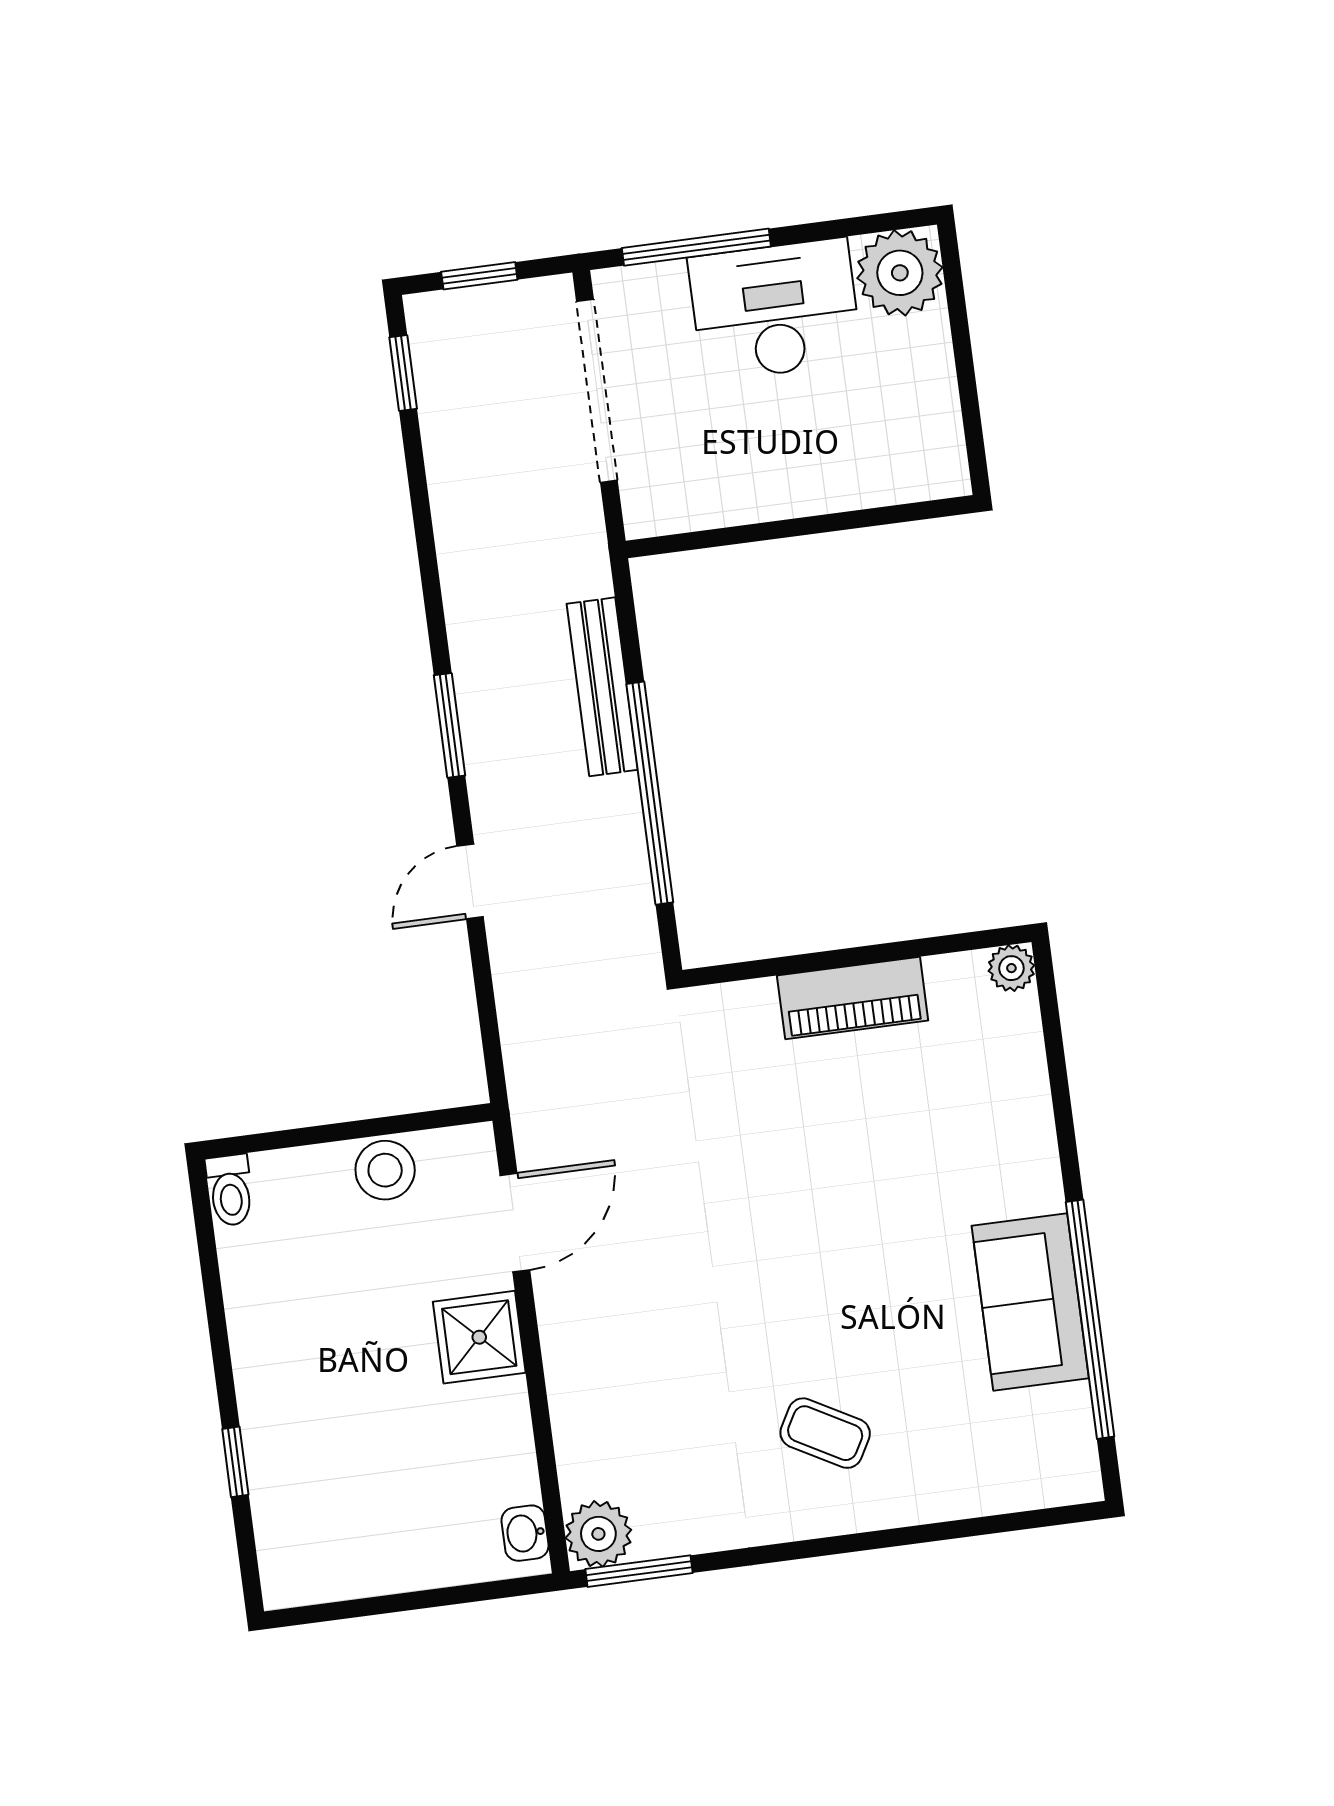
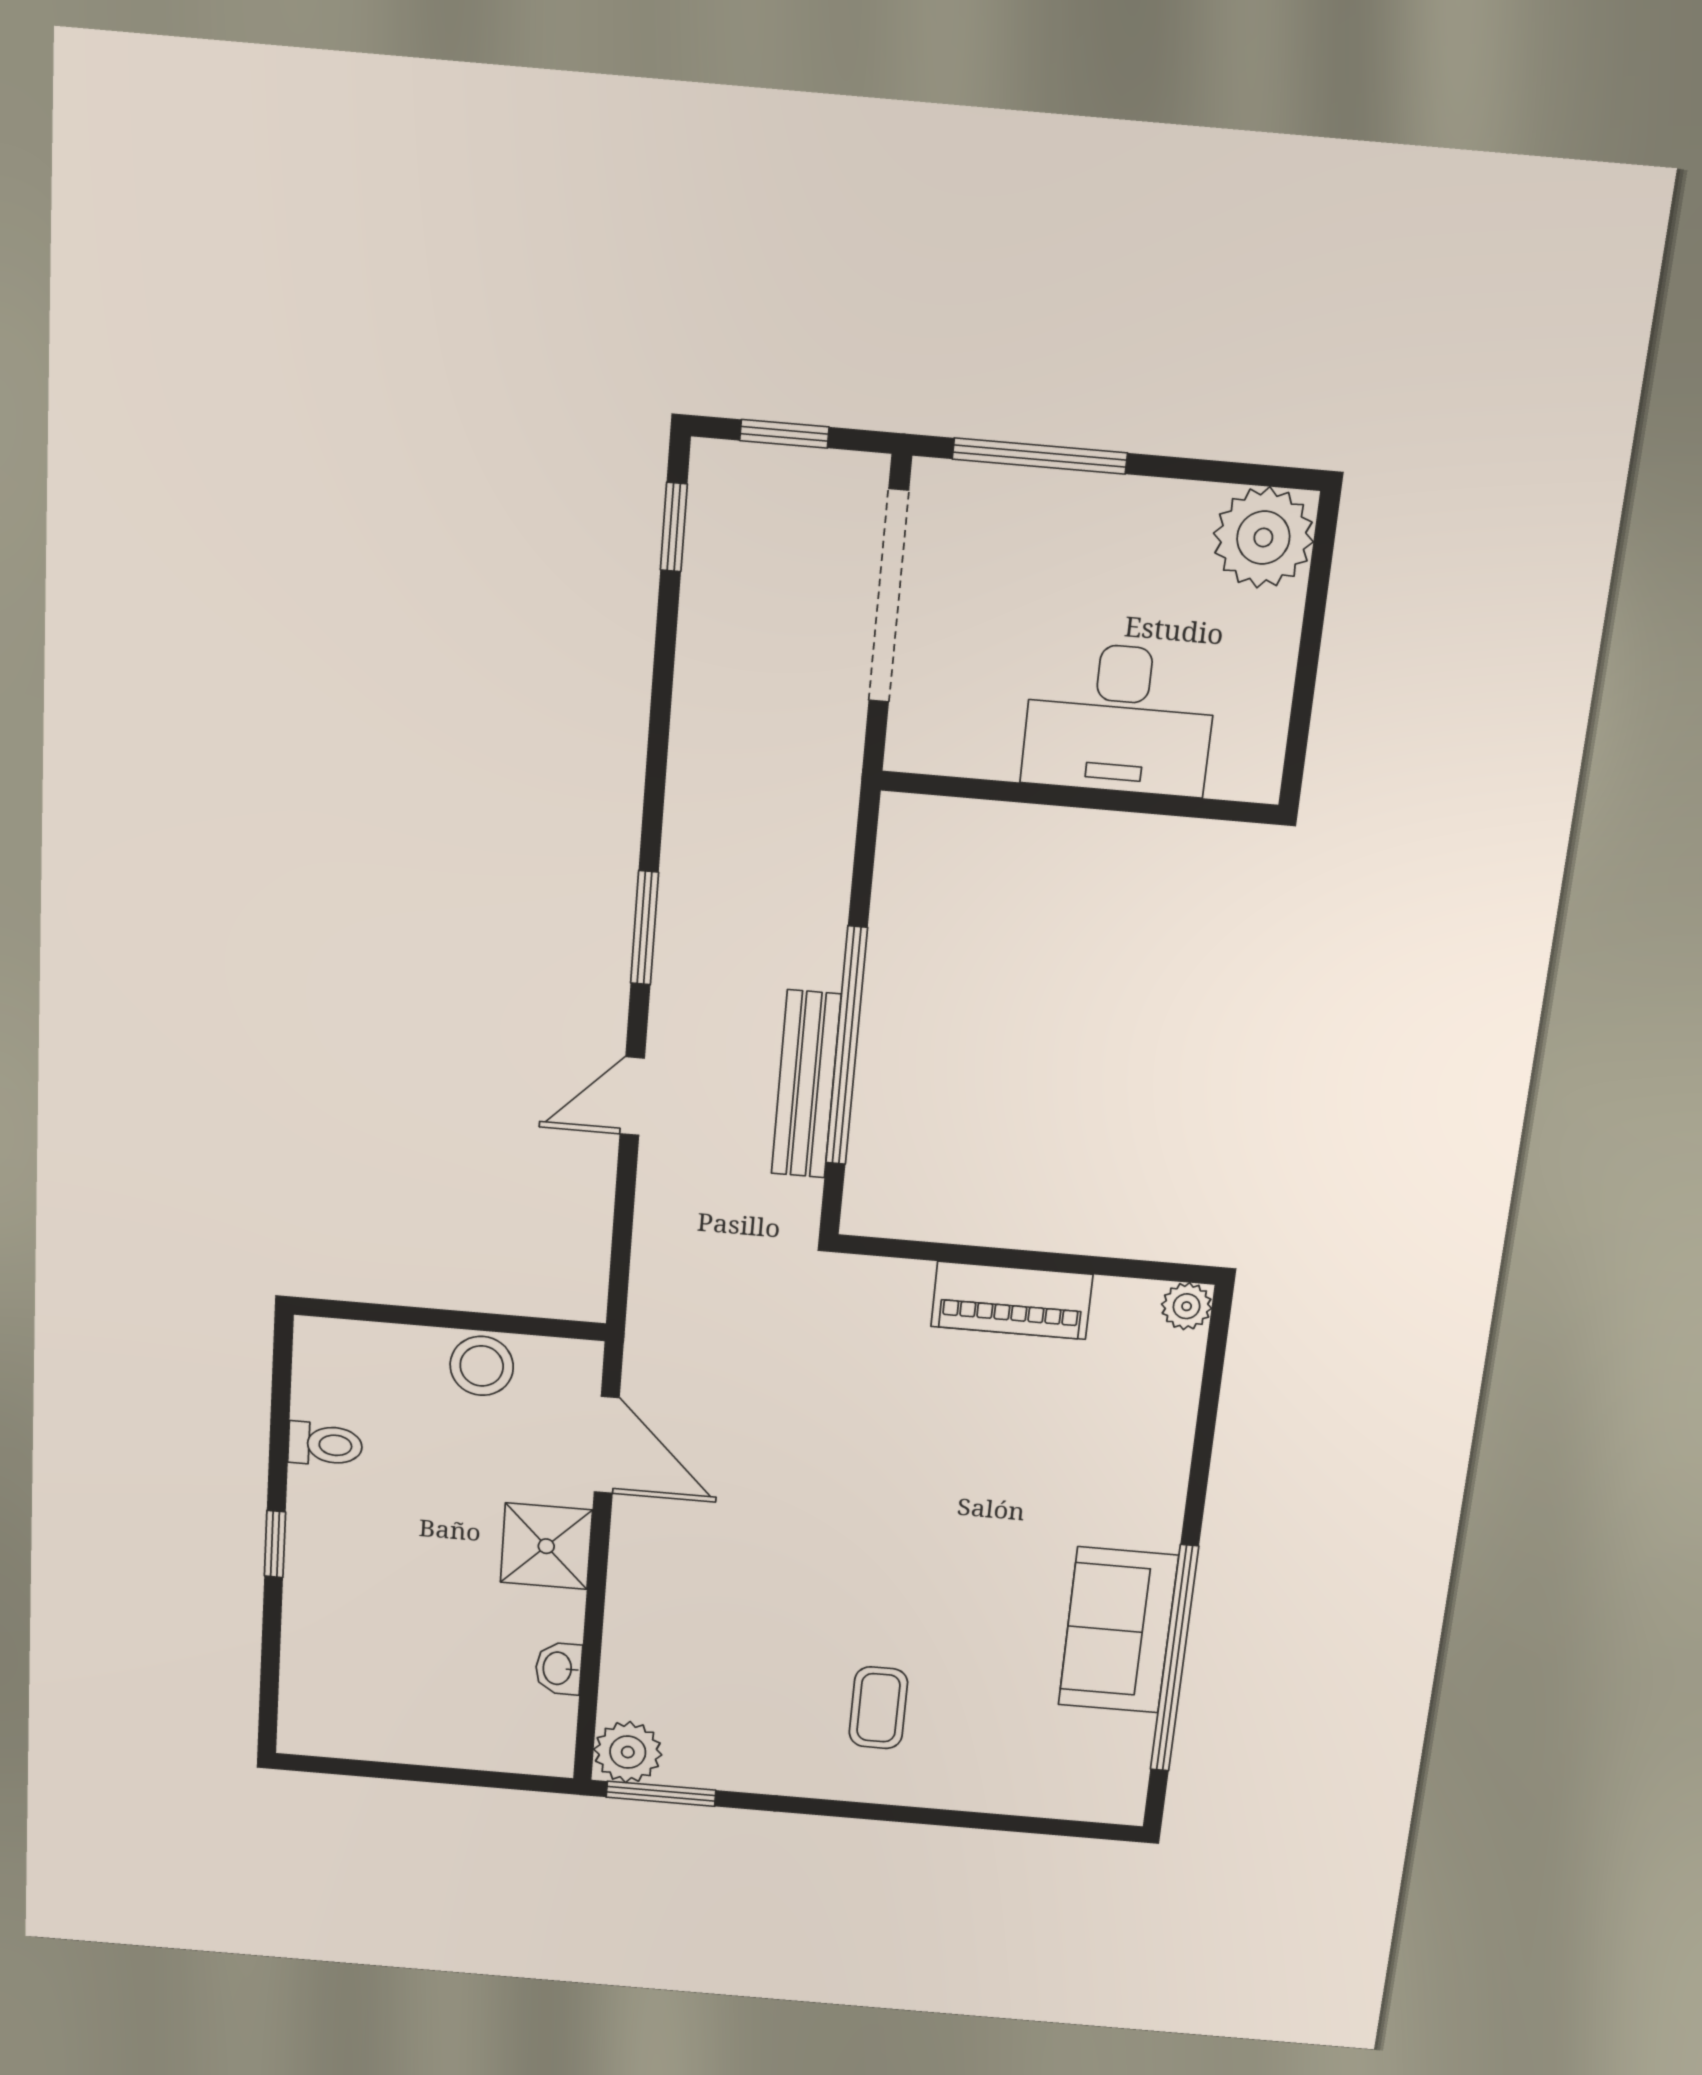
desk: (775, 310) -> (1119, 719), moved, turned 180
bench: (602, 687) -> (806, 1084), moved
toilet: (230, 1190) -> (325, 1444), moved, turned -90
door: (515, 1223) -> (607, 1445), hinge flipped
coffee table: (825, 1433) -> (878, 1708), turned 61
window: (235, 1462) -> (275, 1544), moved
washbasin: (525, 1533) -> (559, 1668), moved

